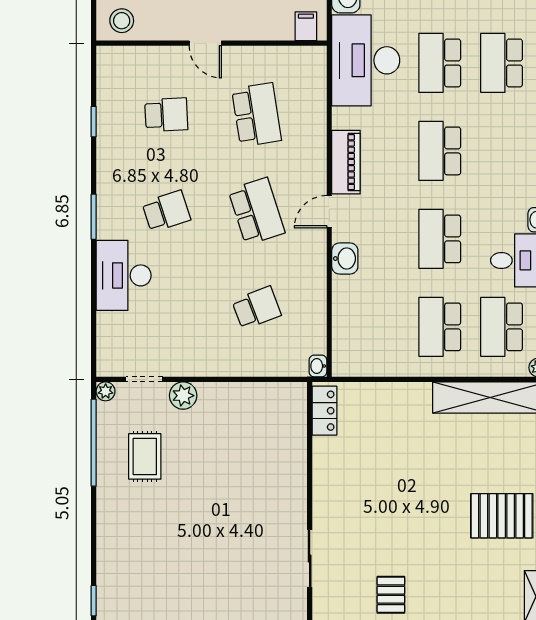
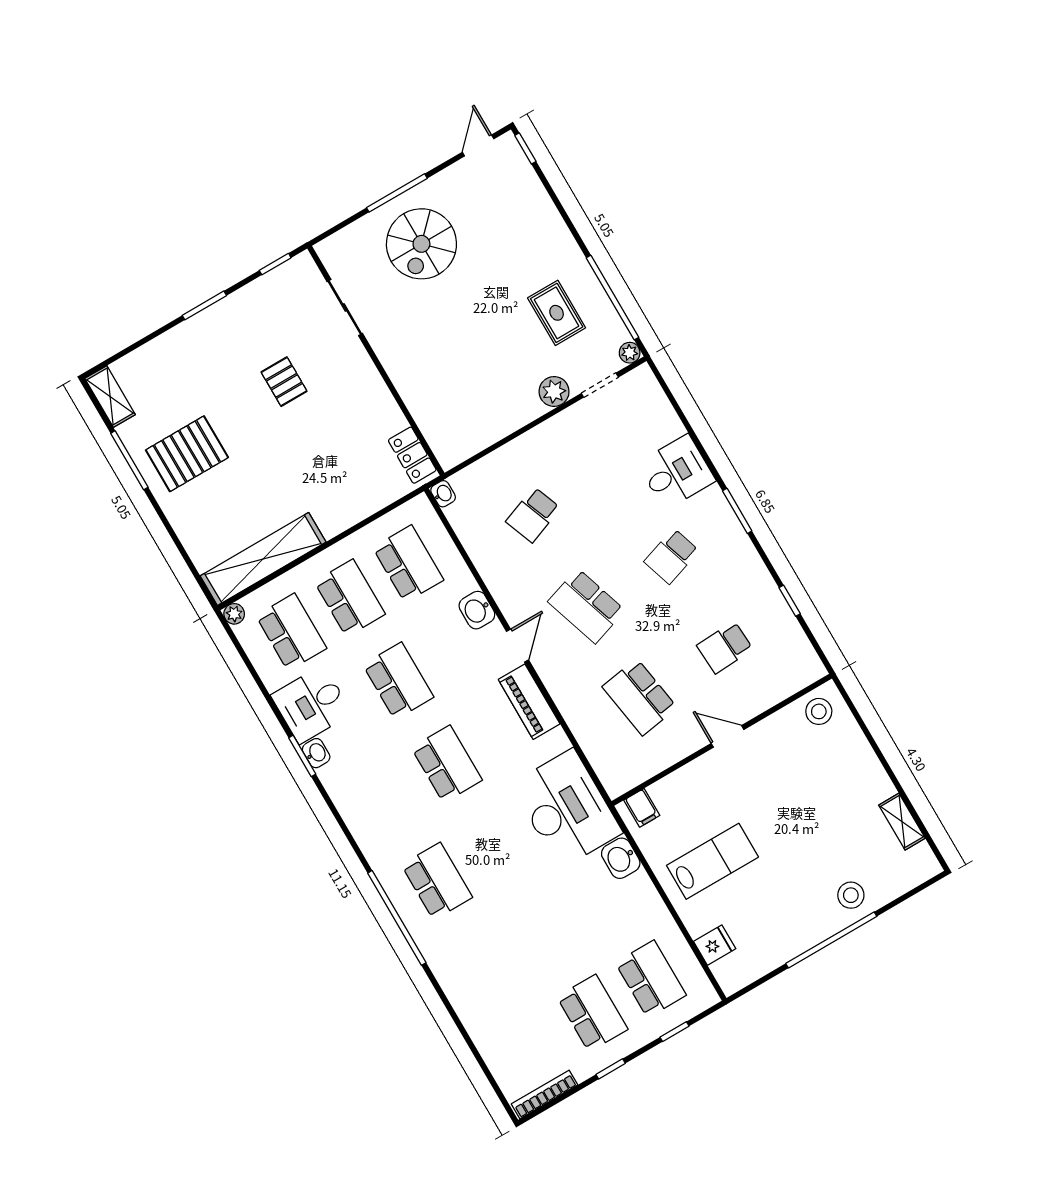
school desk: (440, 63) -> (408, 564), moved
desk: (124, 275) -> (676, 472), width x0.73
spiral stairs: (220, 573) -> (421, 244), added
pallet: (391, 595) -> (284, 382), moved

